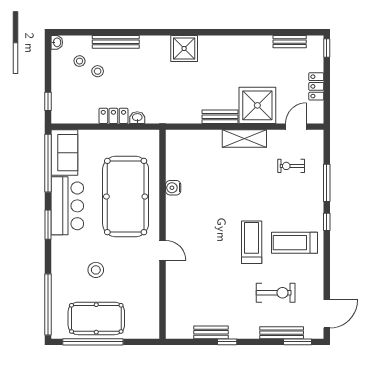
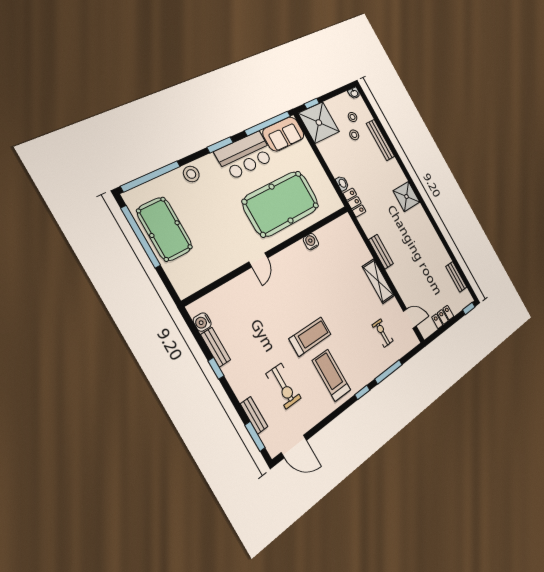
shower: (257, 105) -> (319, 122), moved
locker: (113, 116) -> (354, 203), moved
stool: (96, 270) -> (191, 174), moved
water cooler: (185, 331) -> (202, 322), added
bench: (282, 333) -> (254, 415), width x0.73

